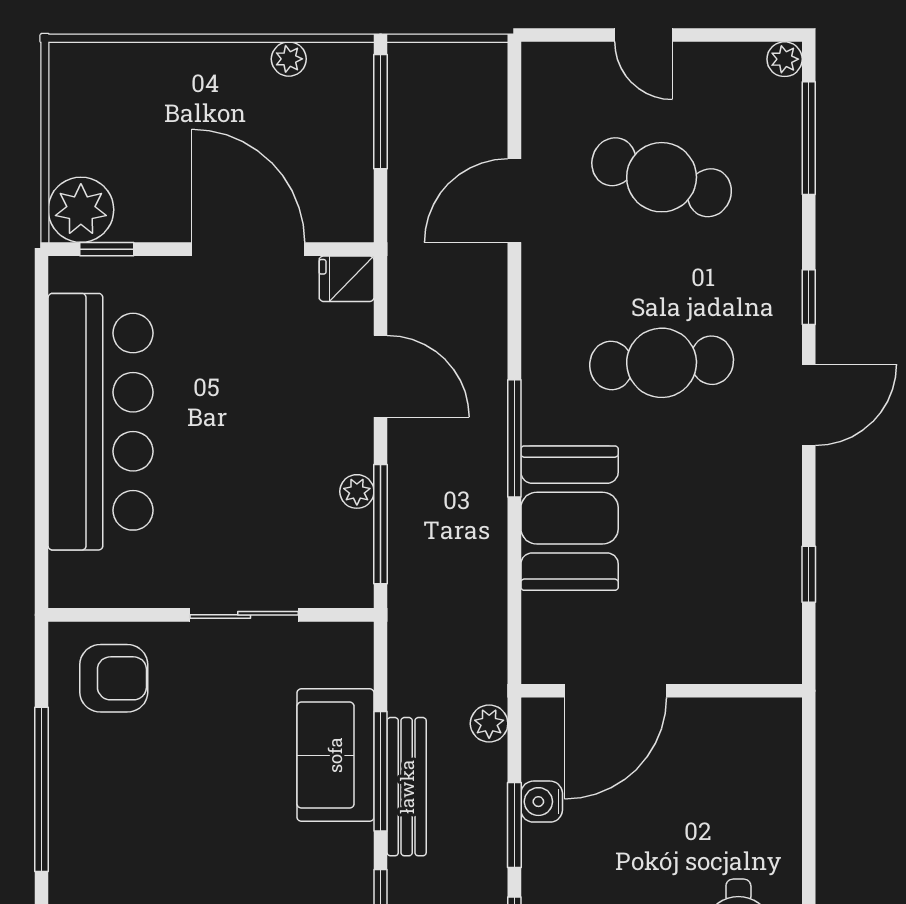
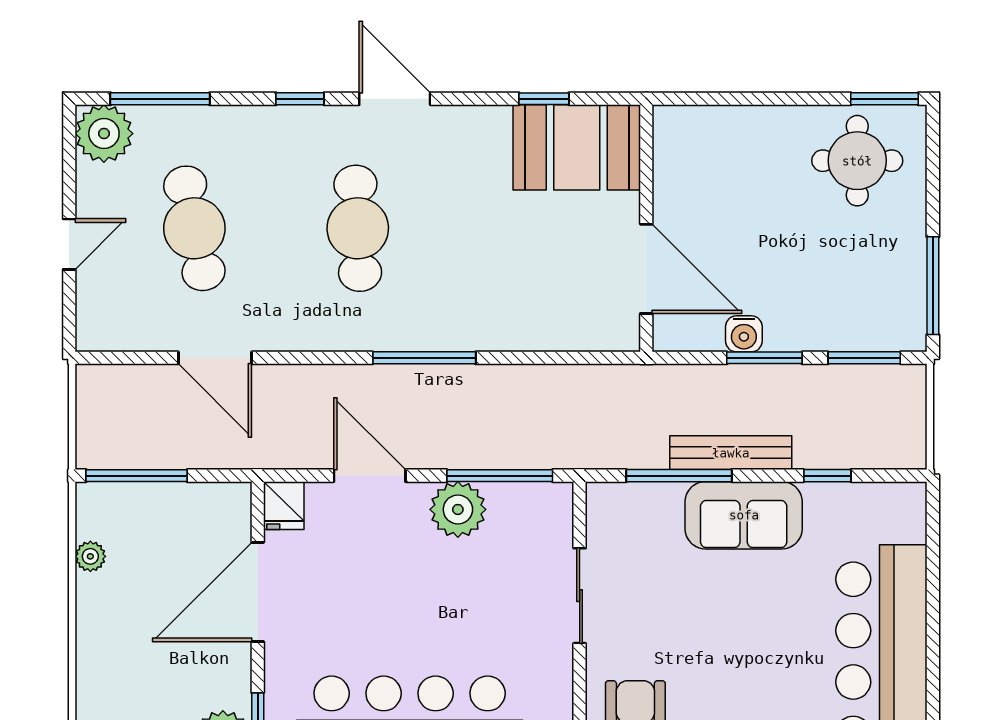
plant: (785, 59) -> (104, 134), width x1.87, depth x1.87
cafe table: (662, 177) -> (194, 228), turned -30
door: (381, 376) -> (370, 476), hinge flipped
plant: (357, 491) -> (458, 509), width x1.88, depth x1.88
booth: (570, 518) -> (577, 147), moved
plant: (489, 724) -> (675, 380), removed
sofa: (335, 755) -> (744, 515), moved
window: (381, 771) -> (679, 476), moved

